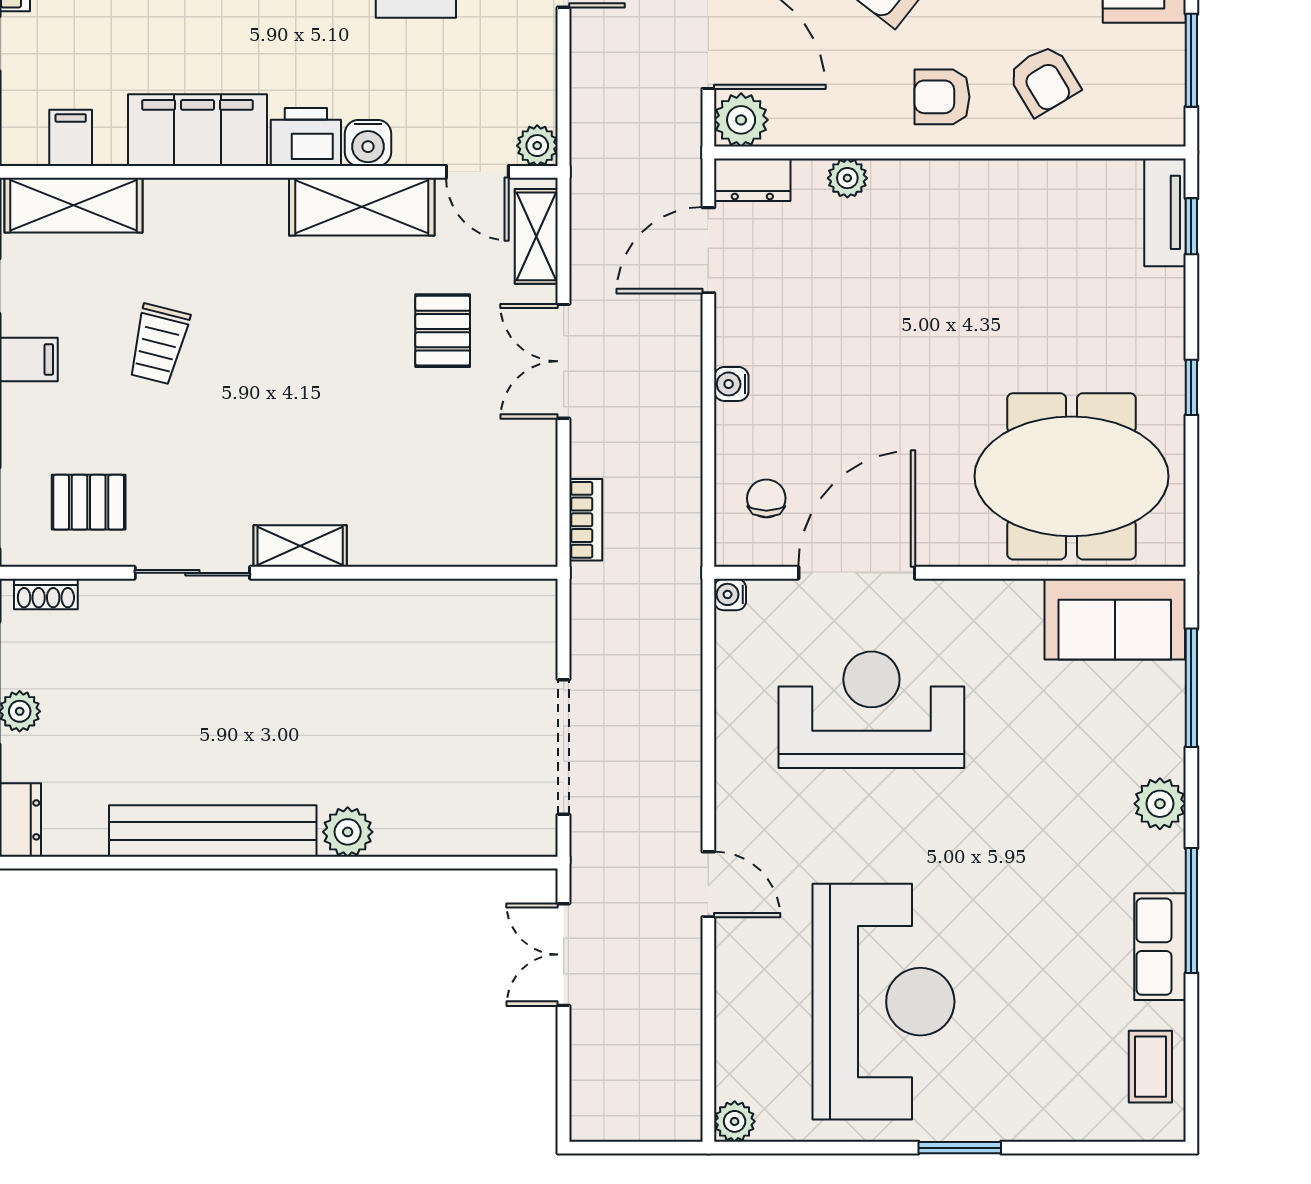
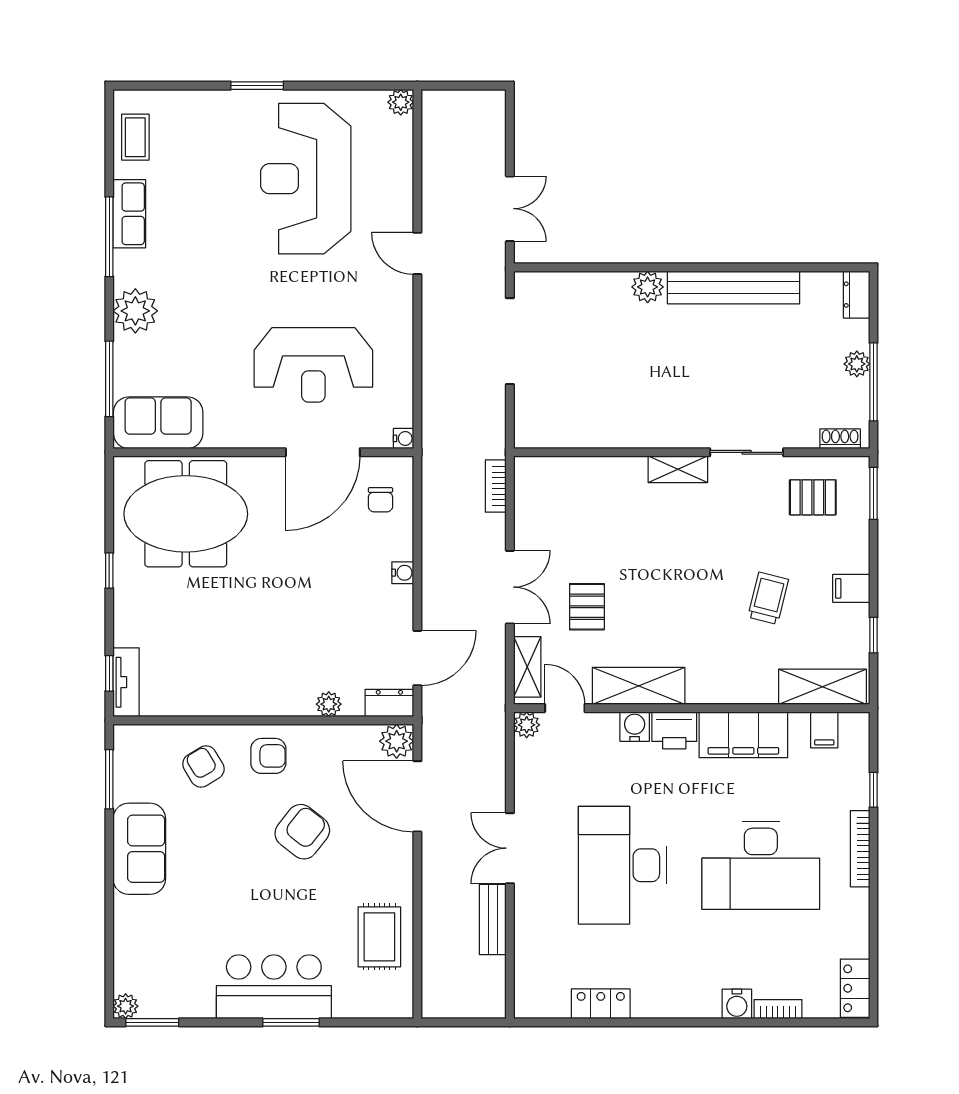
plant: (1160, 804) -> (135, 311), width x1.36, depth x1.36

